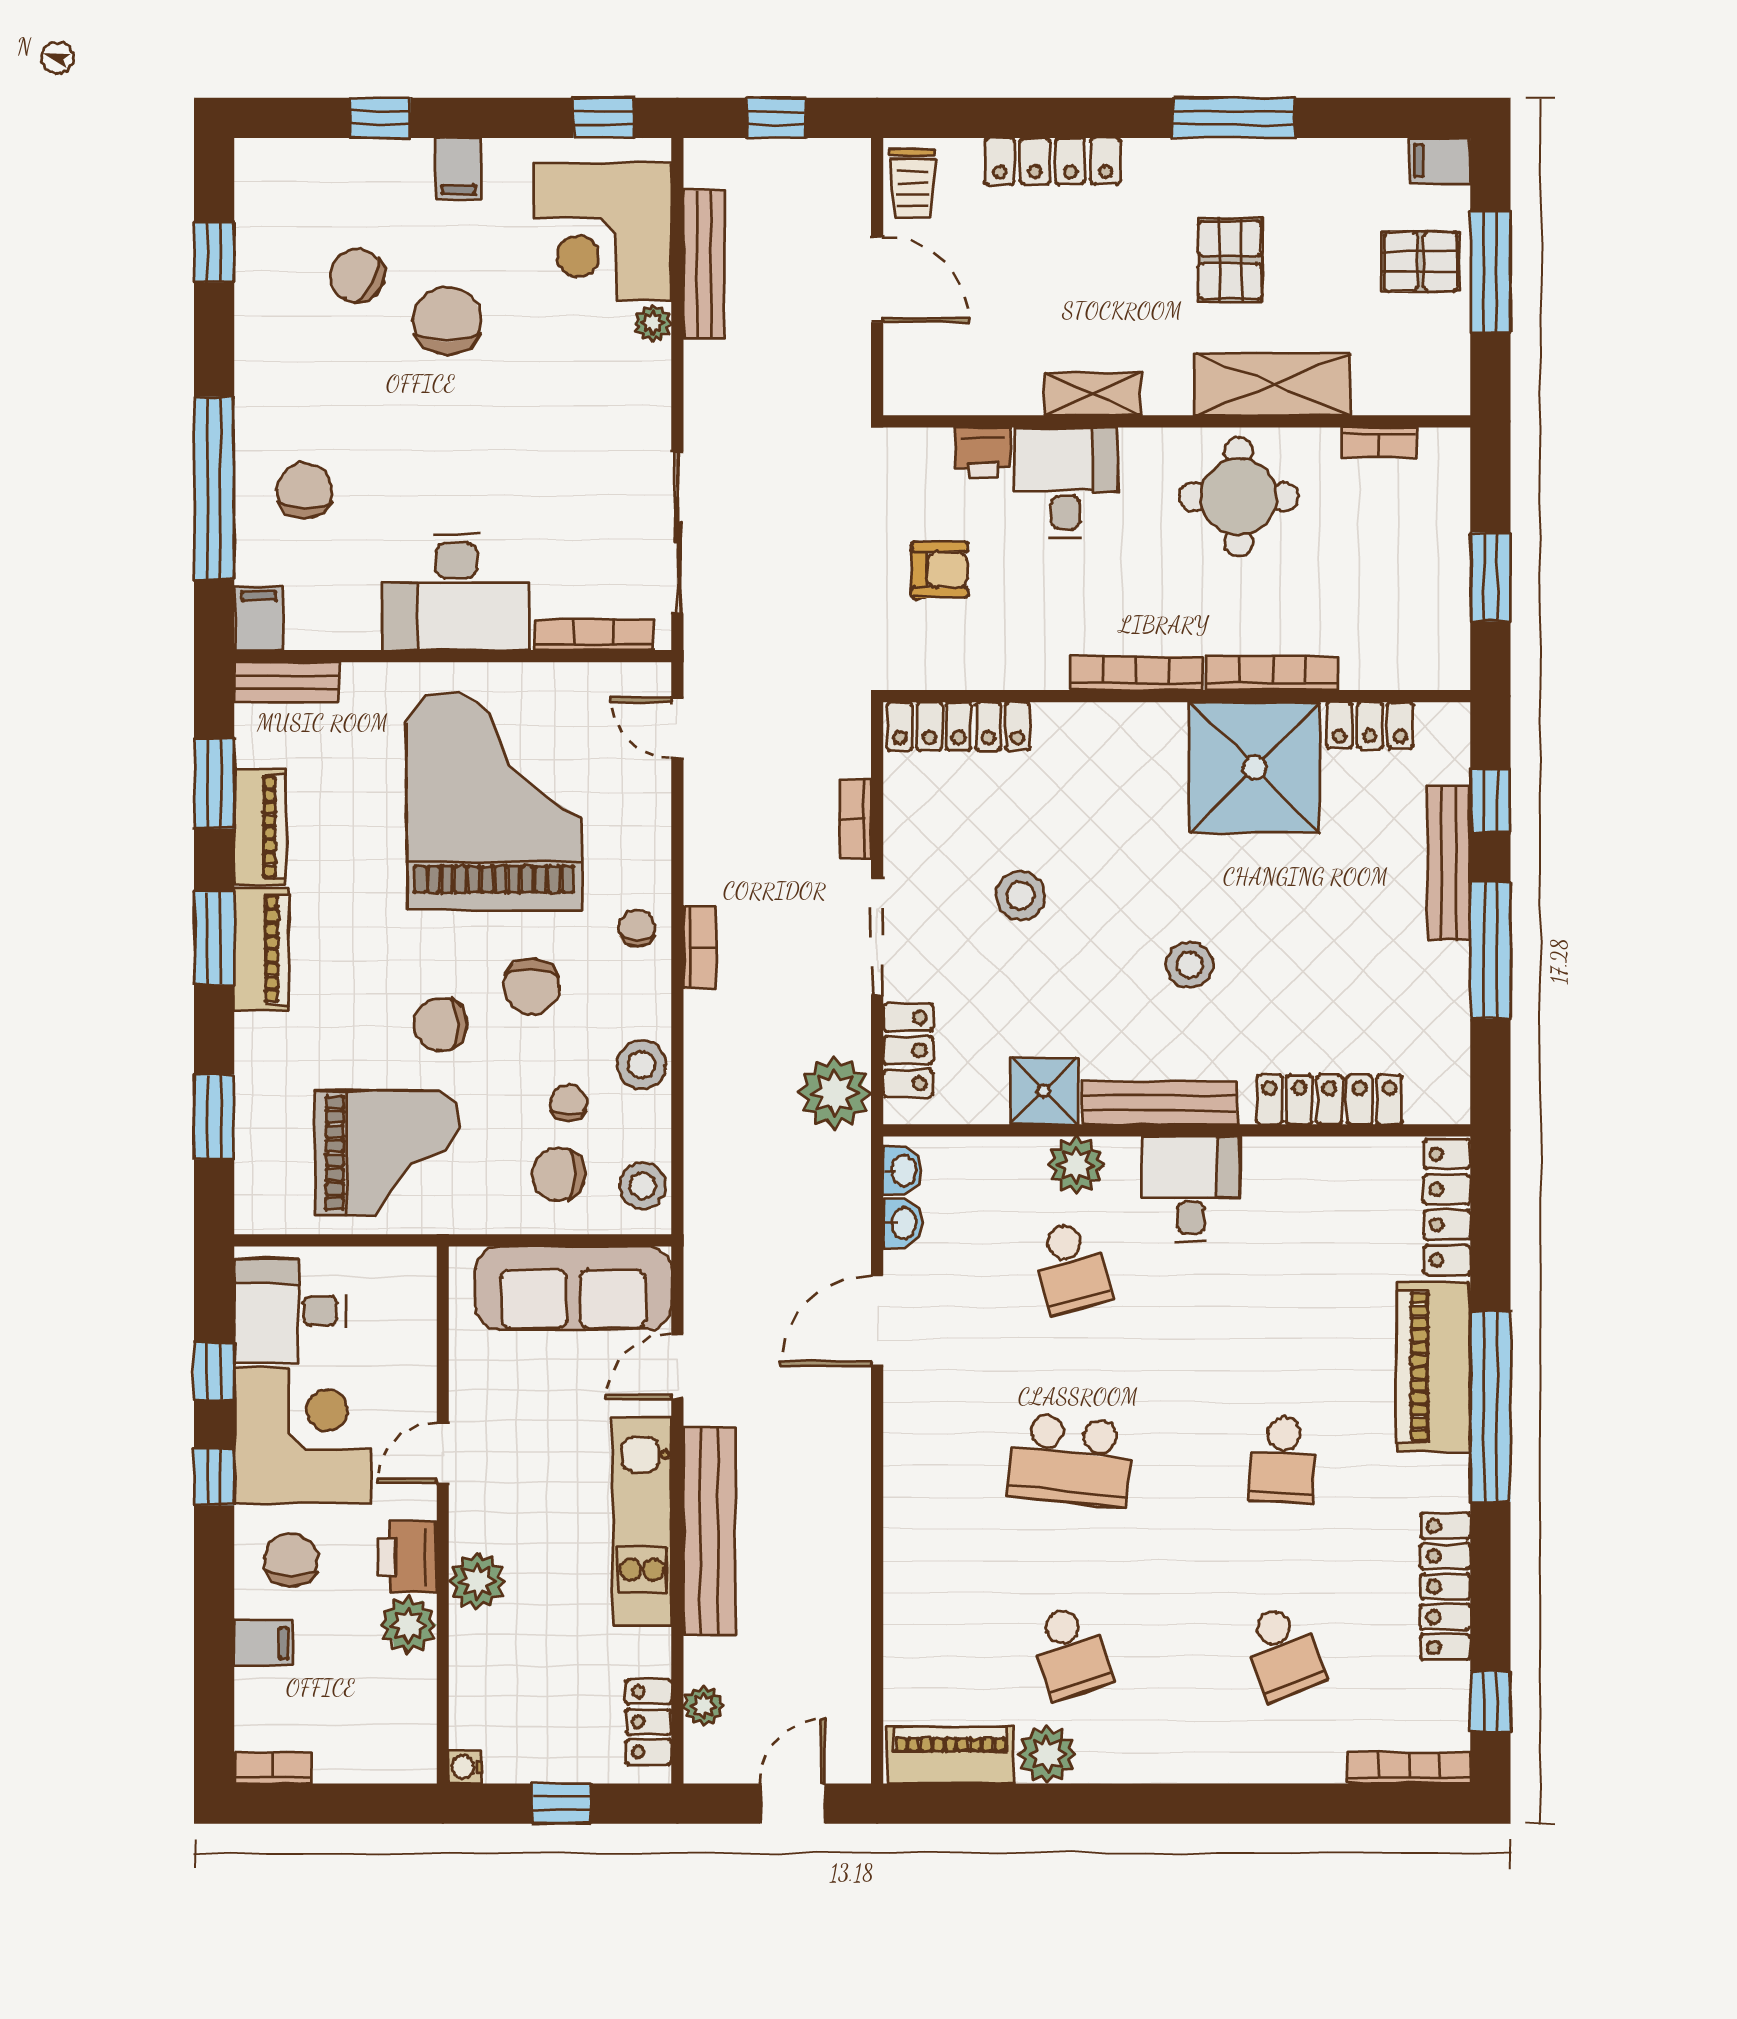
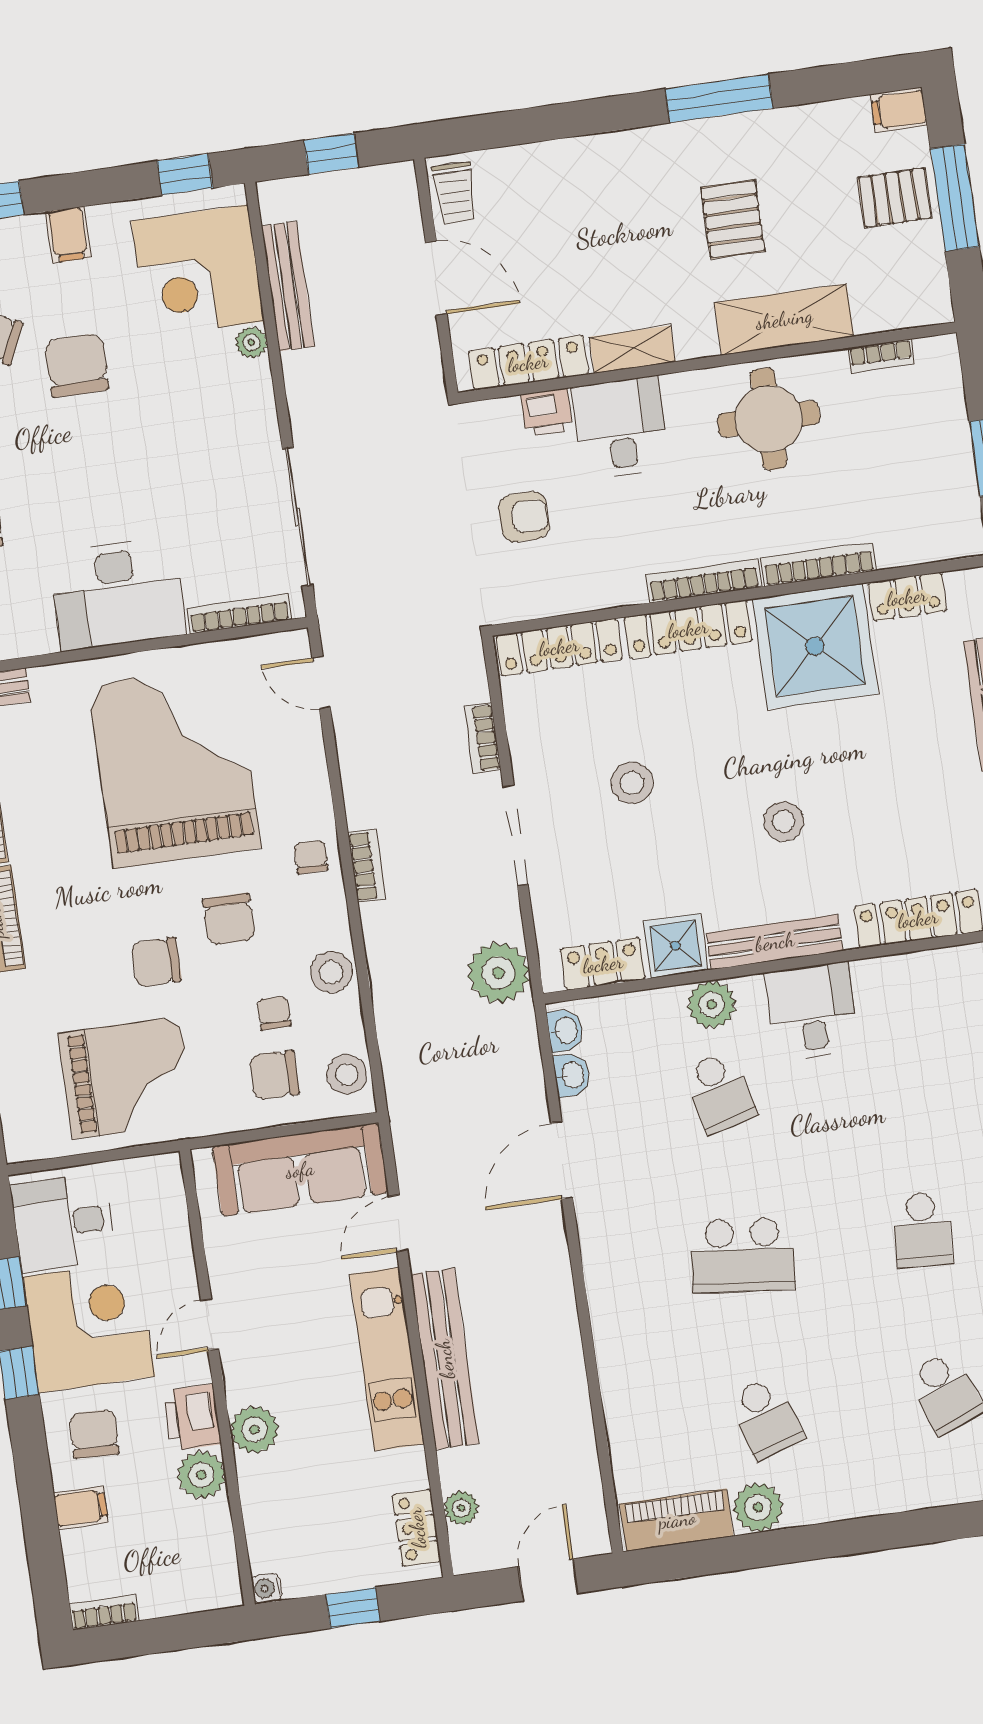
locker: (1053, 161) -> (528, 363), moved, turned 180
locker: (1111, 727) -> (688, 629), added
locker: (908, 1050) -> (603, 964), moved, turned -90

